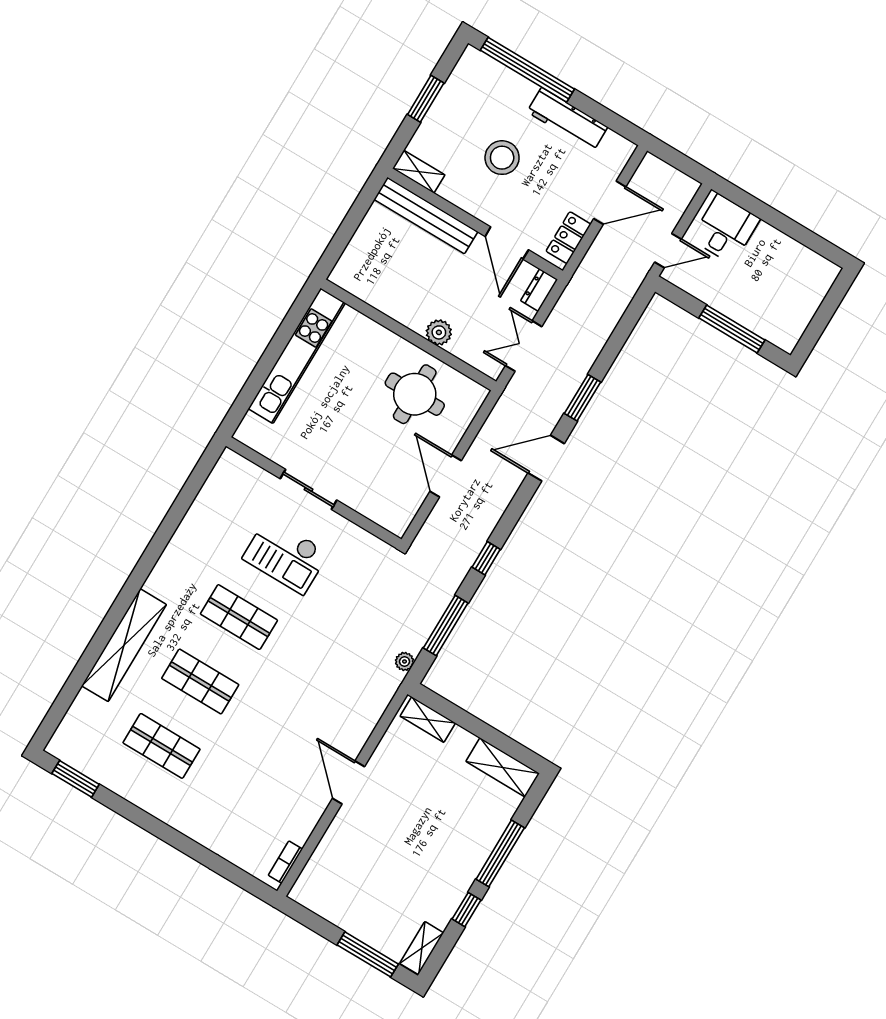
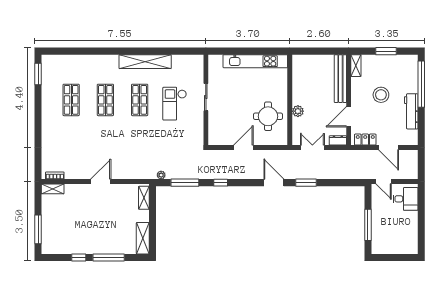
shelving: (124, 645) -> (145, 62), moved
shelving: (422, 948) -> (53, 189), moved

